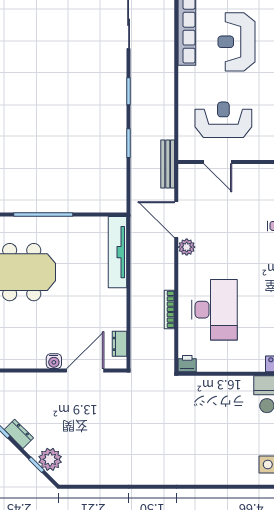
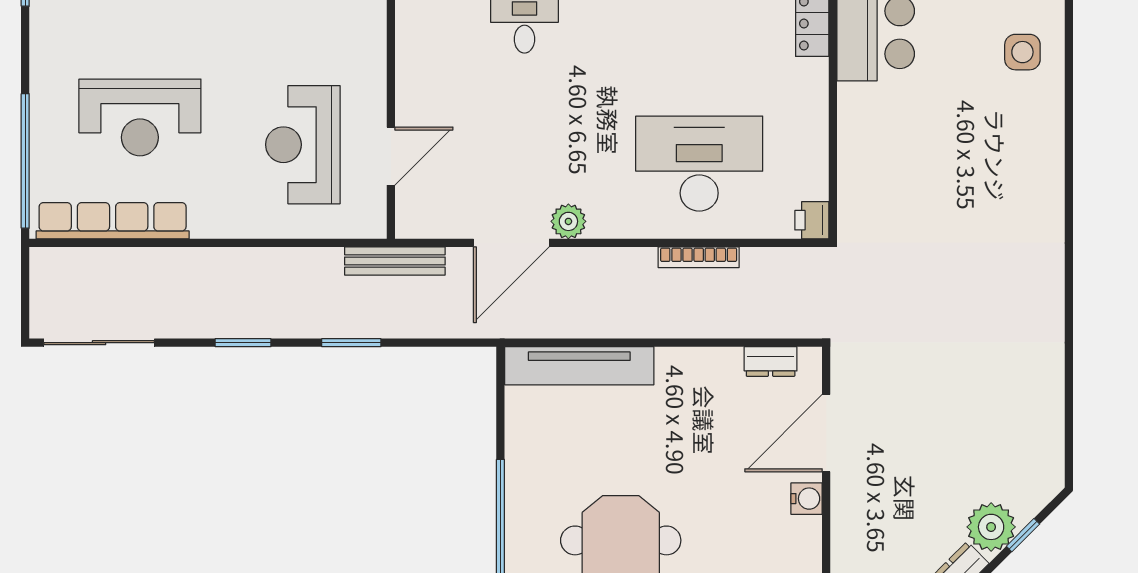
door: (85, 371) -> (826, 433), hinge flipped
plant: (50, 459) -> (991, 527), moved

